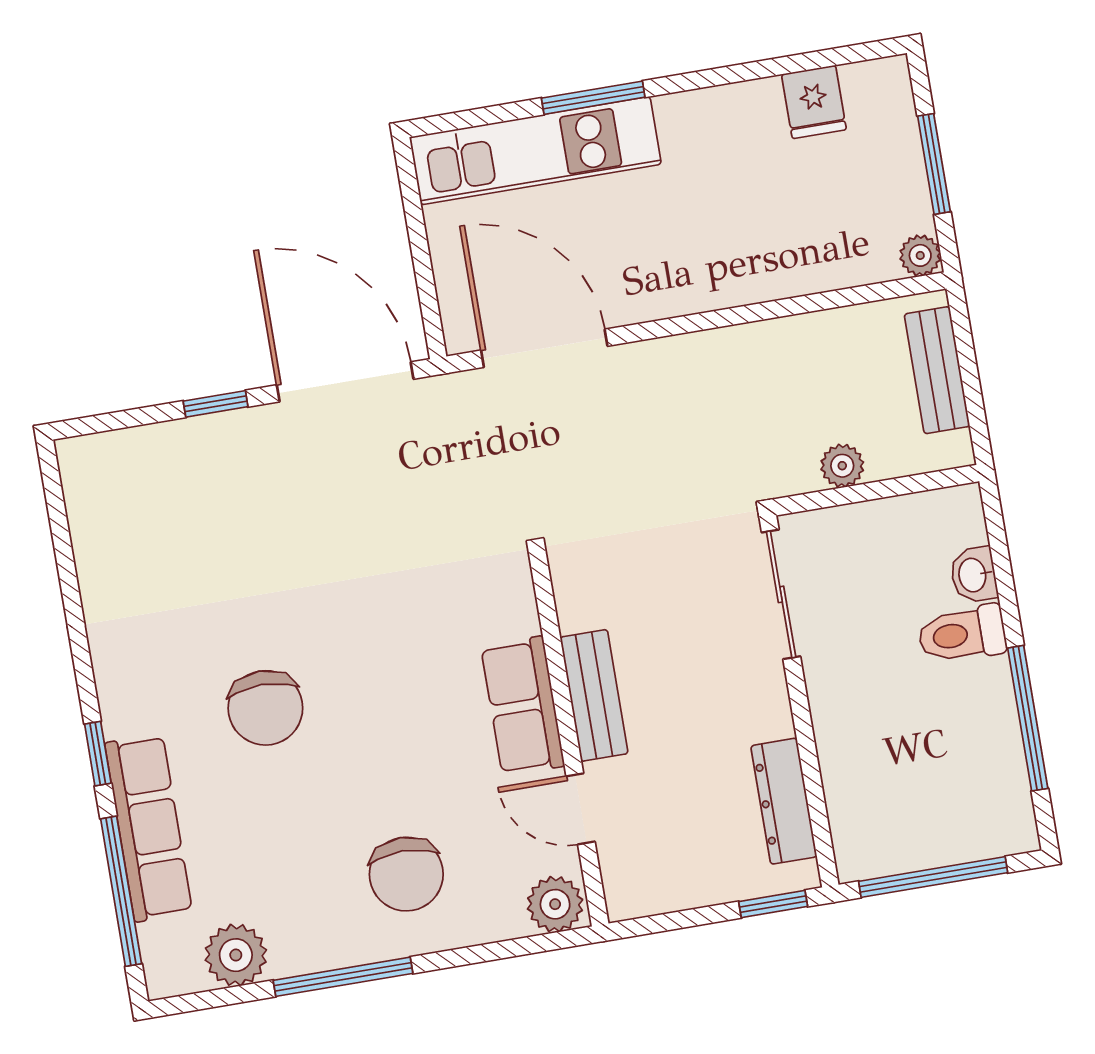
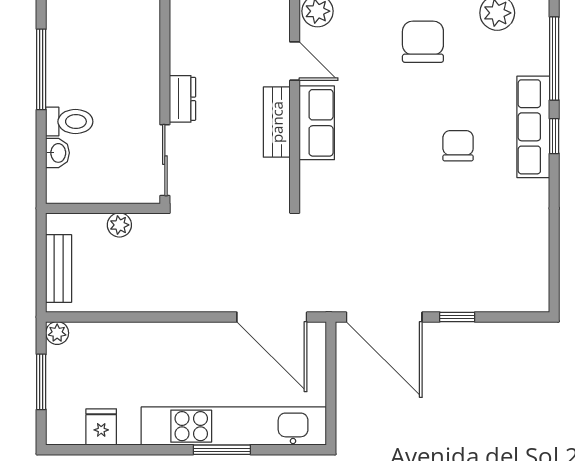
kitchen unit: (535, 151) -> (234, 426), width x1.36
chair: (265, 708) -> (458, 146), width x0.73, depth x0.73
dresser: (784, 801) -> (183, 99), moved, width x0.70
row of seats: (149, 828) -> (533, 127), moved
chair: (406, 874) -> (423, 42), moved

